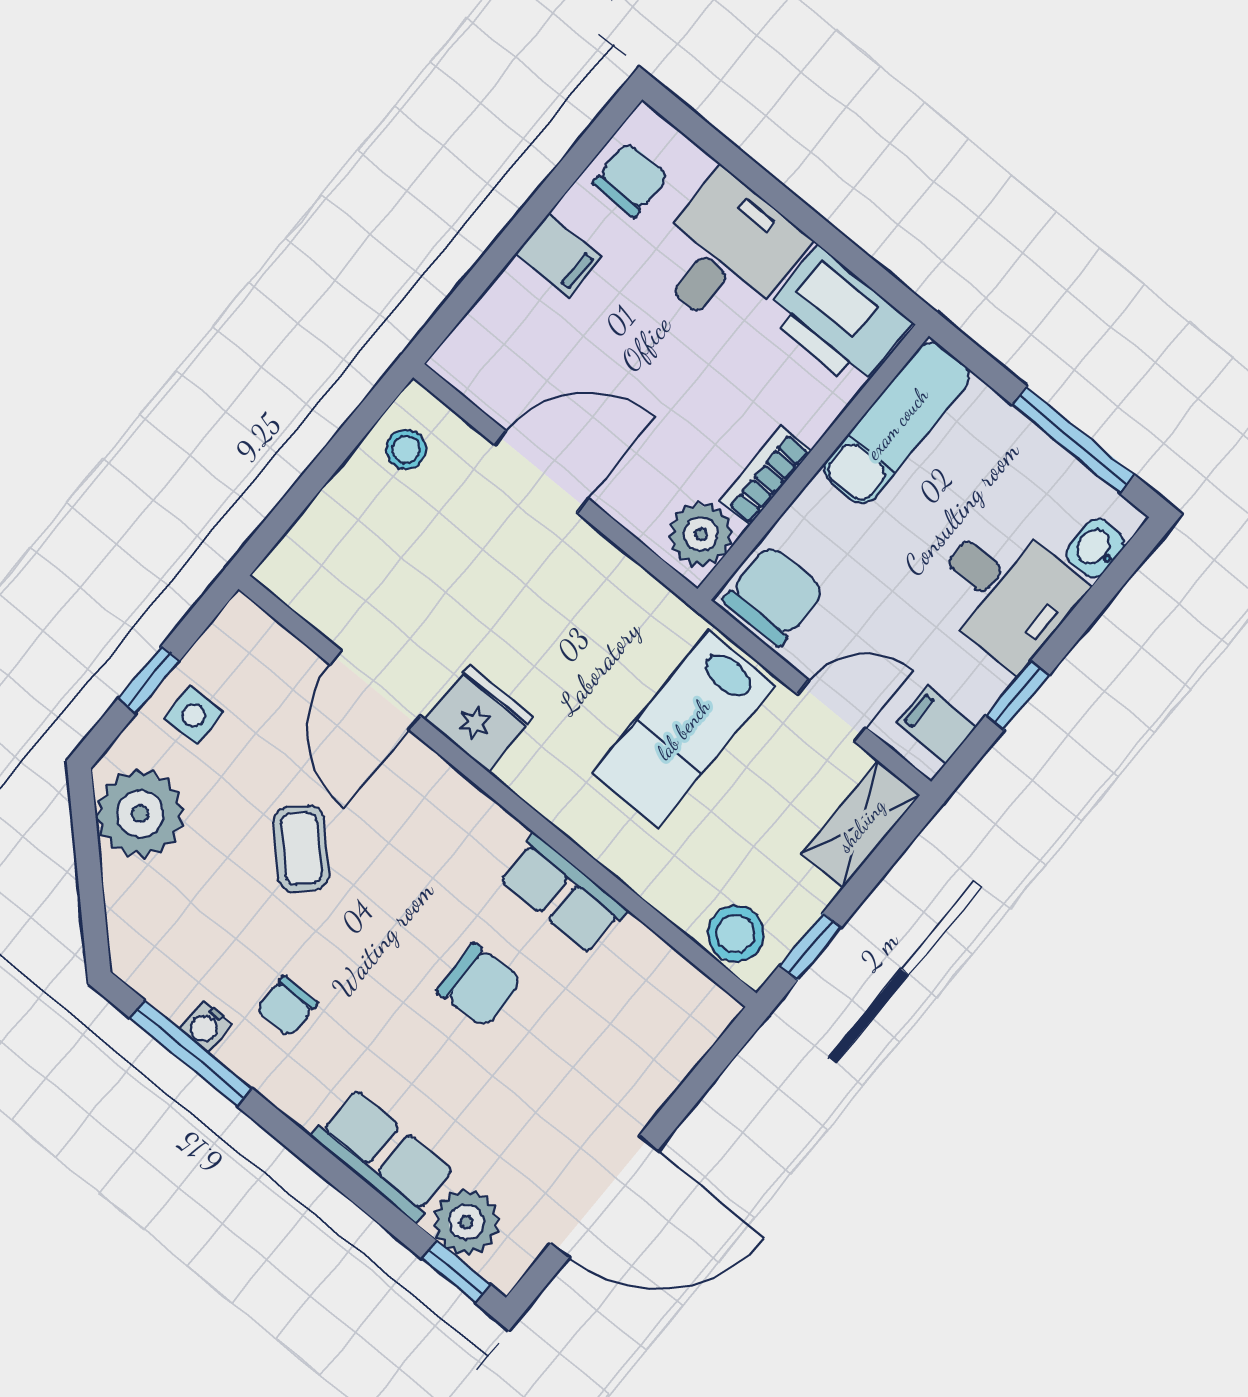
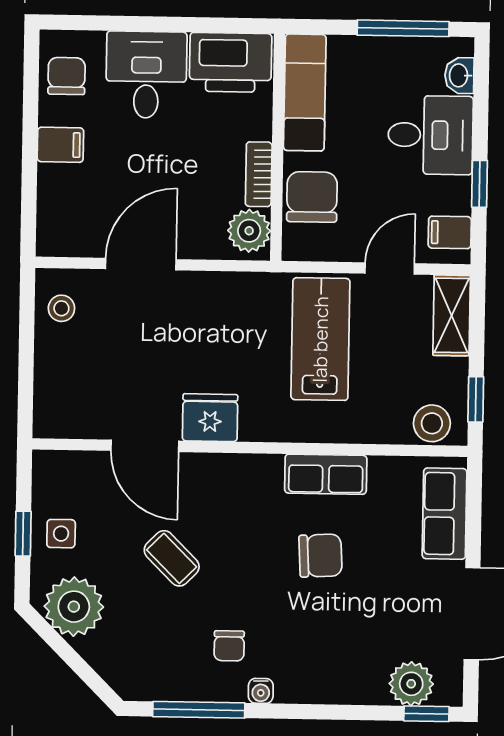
chair: (774, 595) -> (312, 197), moved
lab bench: (683, 729) -> (320, 339), turned 180
water cooler: (206, 1026) -> (261, 691), moved
row of seats: (384, 1155) -> (445, 514), moved, turned -90

